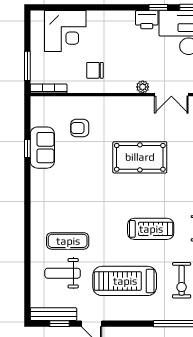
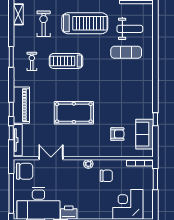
plant: (143, 87) -> (88, 164), moved
sofa: (42, 148) -> (144, 134), moved

